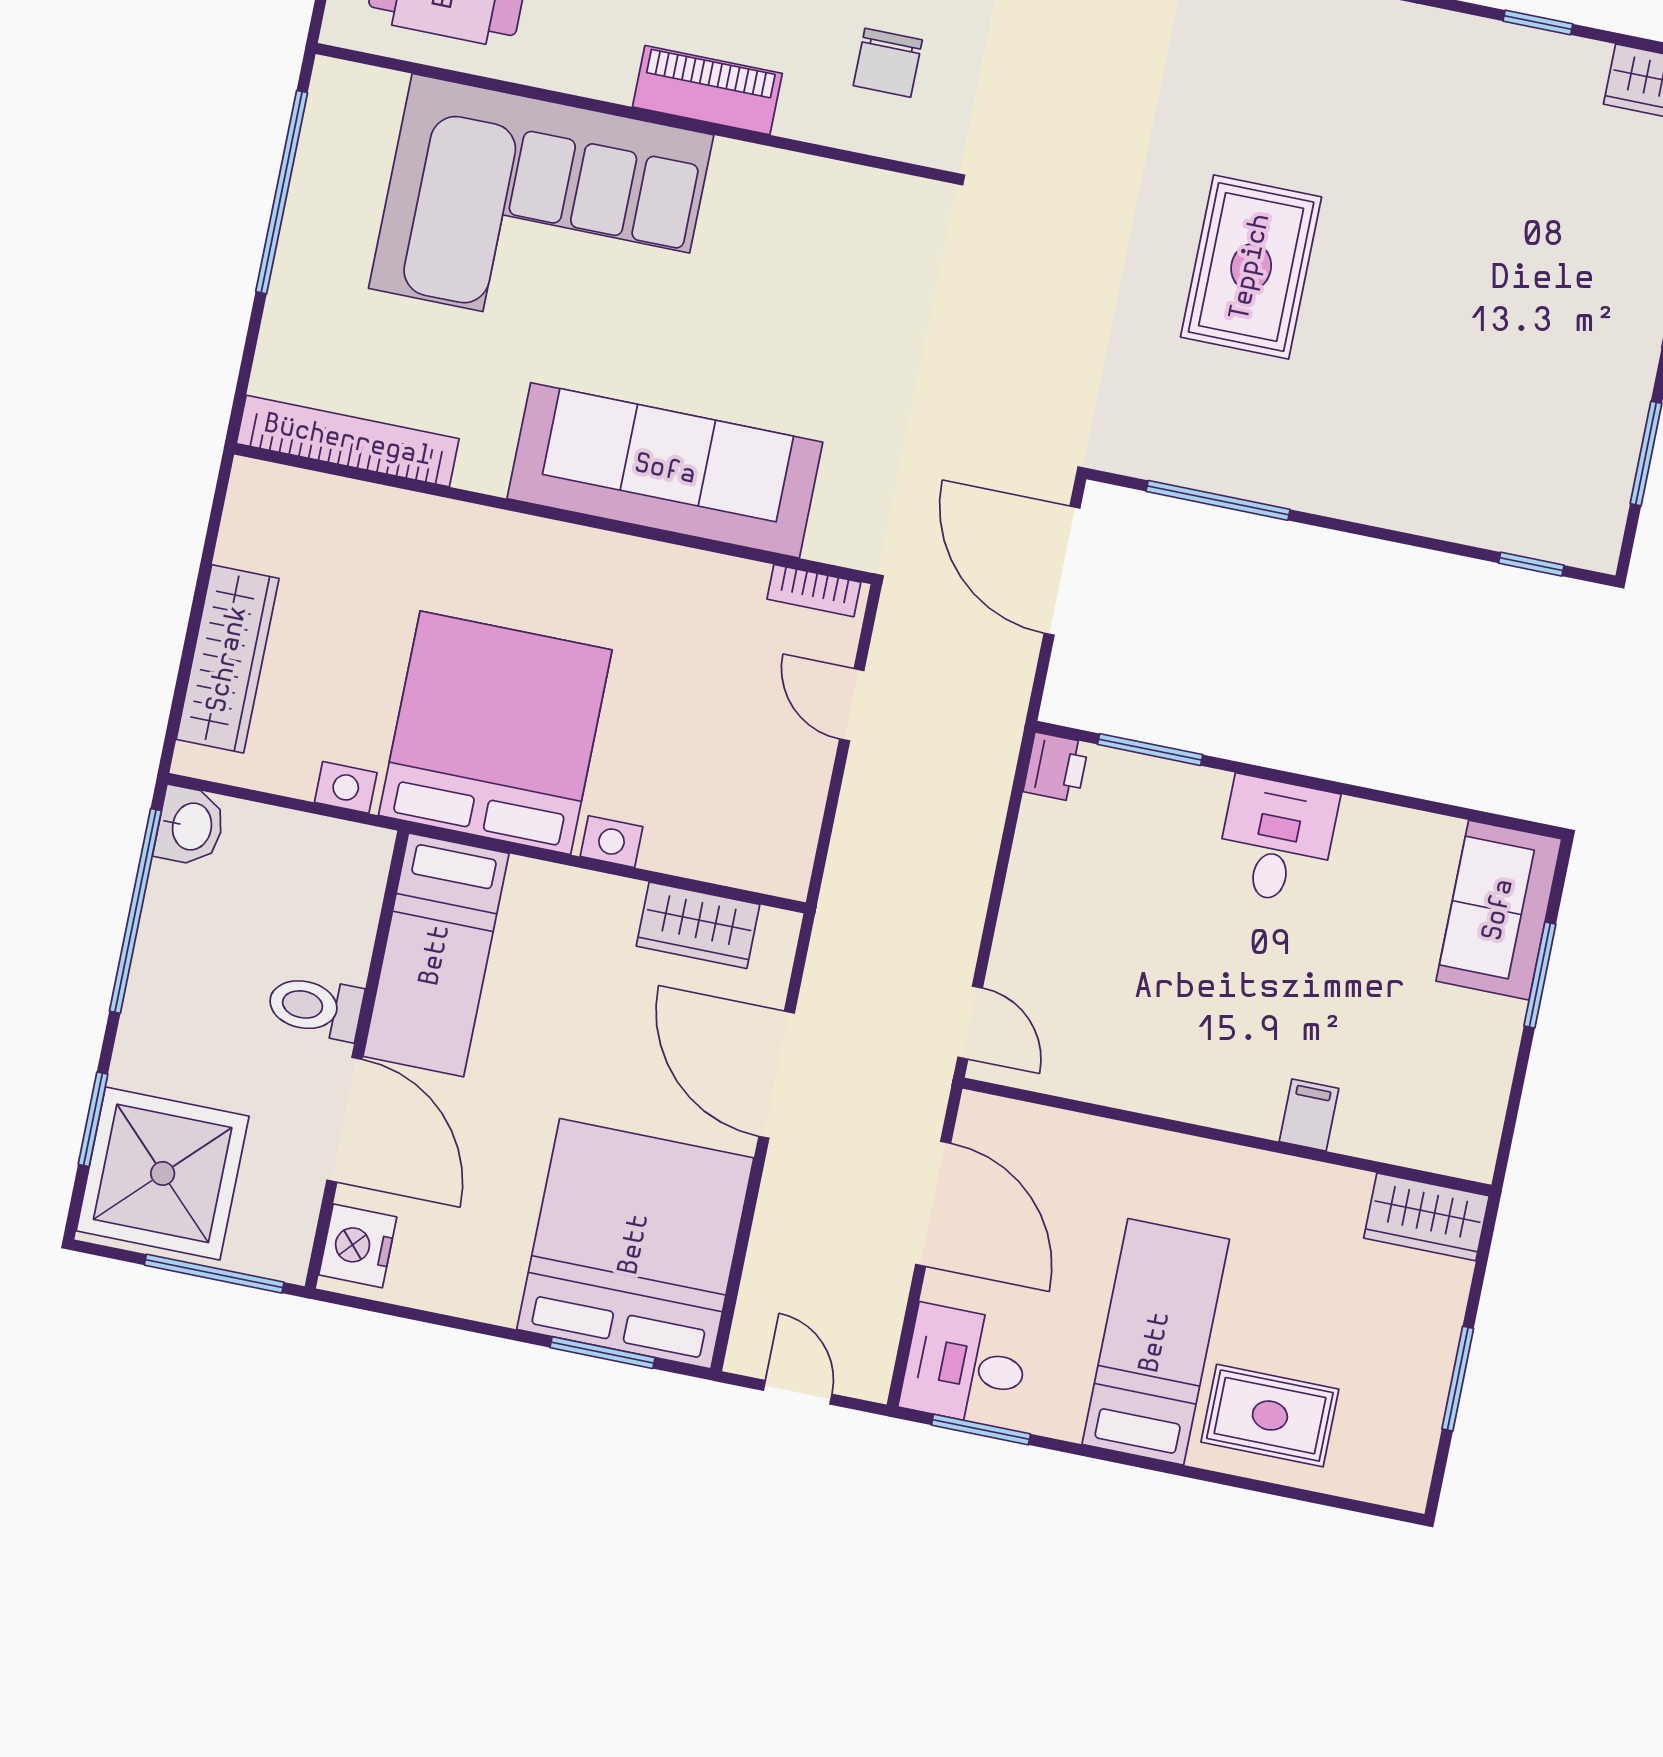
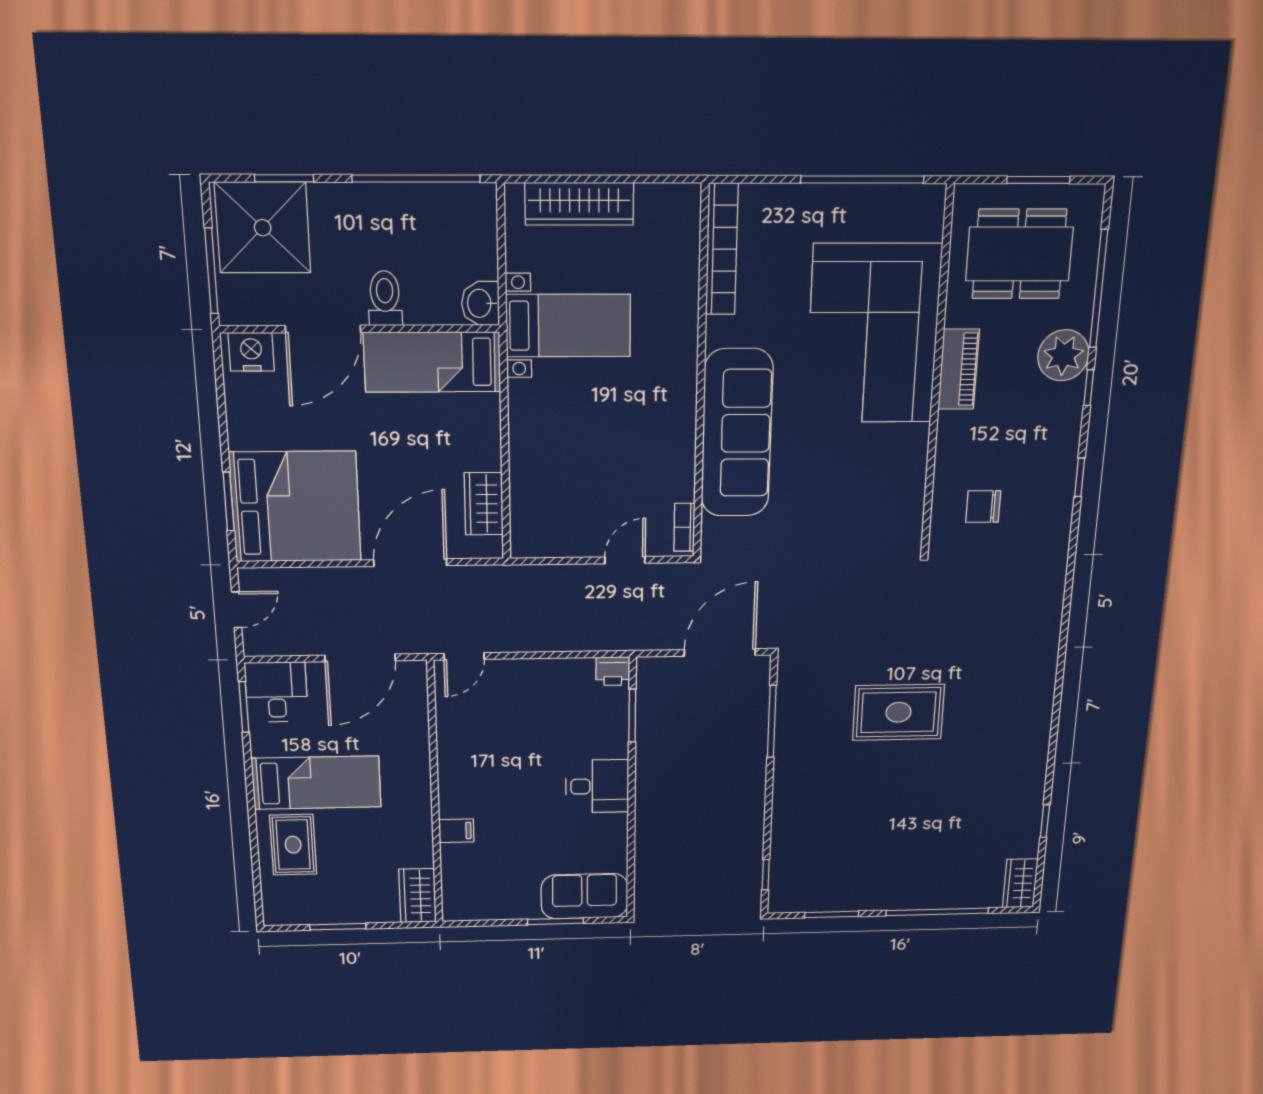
piano: (707, 90) -> (959, 369), moved
bed with nightstands: (495, 733) -> (568, 326), width x0.54
washbasin: (190, 826) -> (480, 303), moved, turned 90

